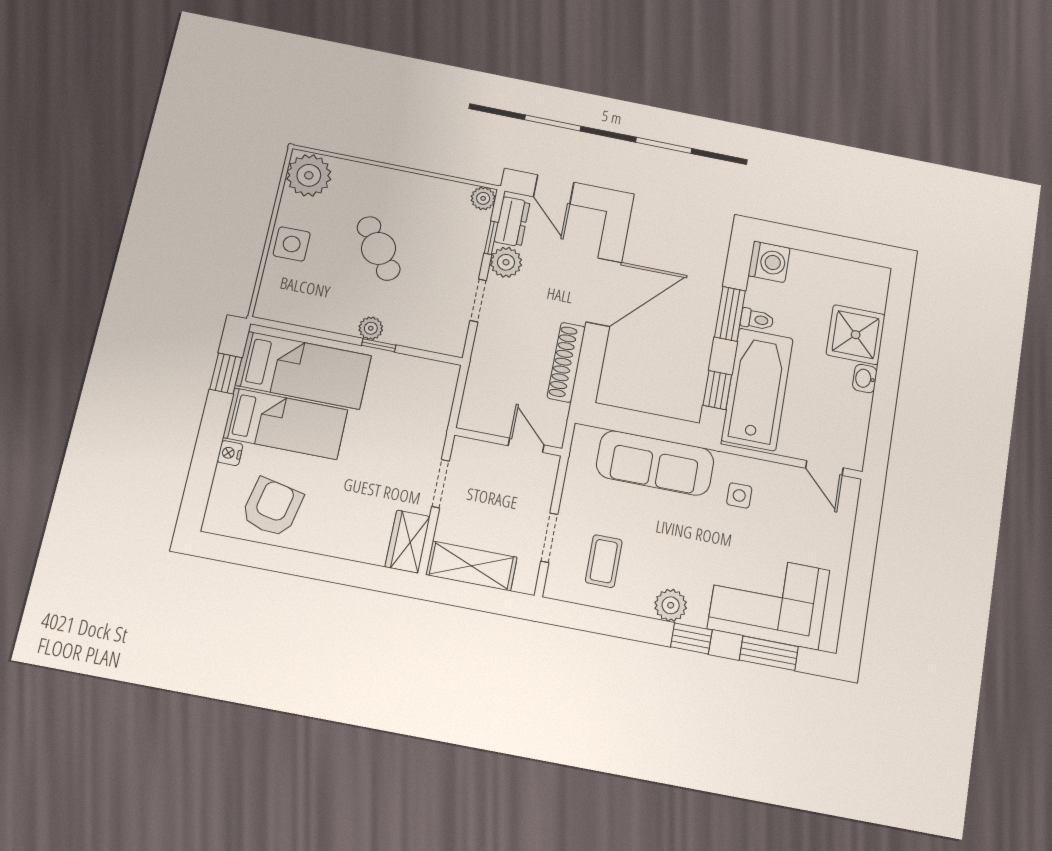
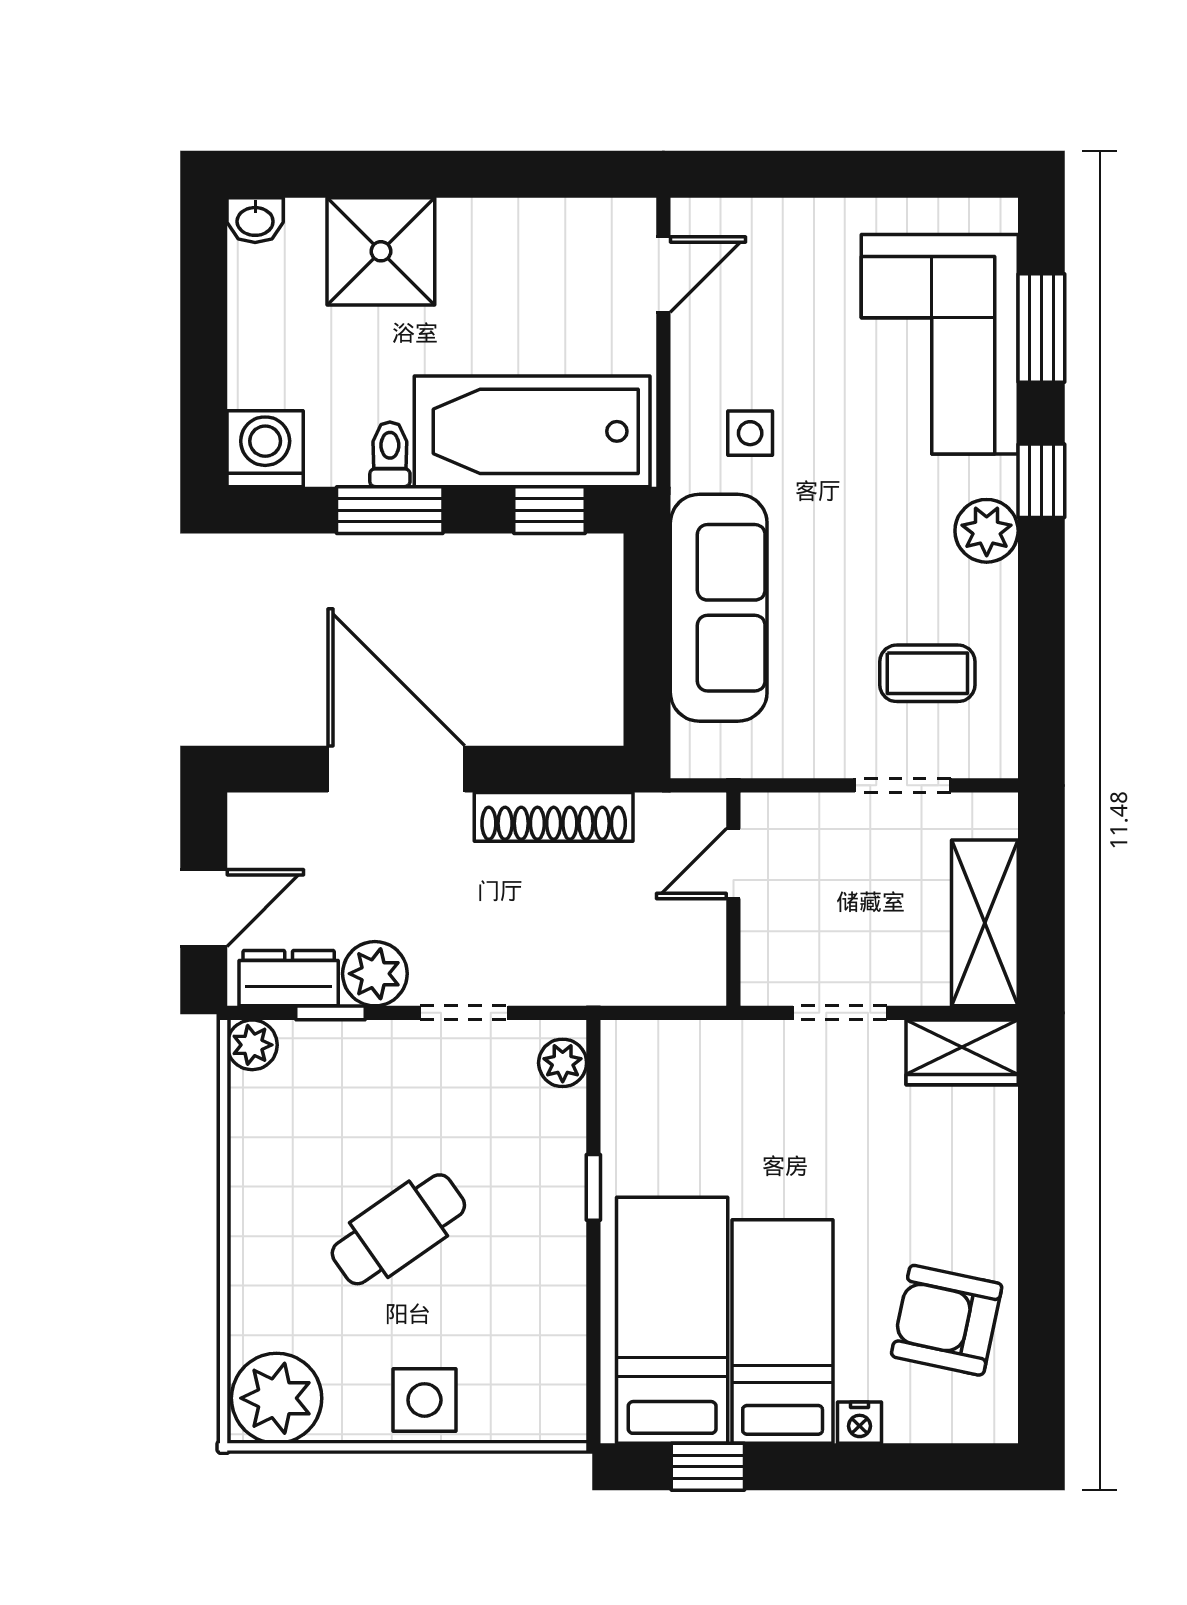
plant: (371, 328) -> (563, 1063), moved
washbasin: (865, 379) -> (255, 220), moved

